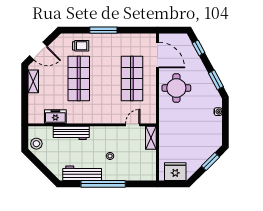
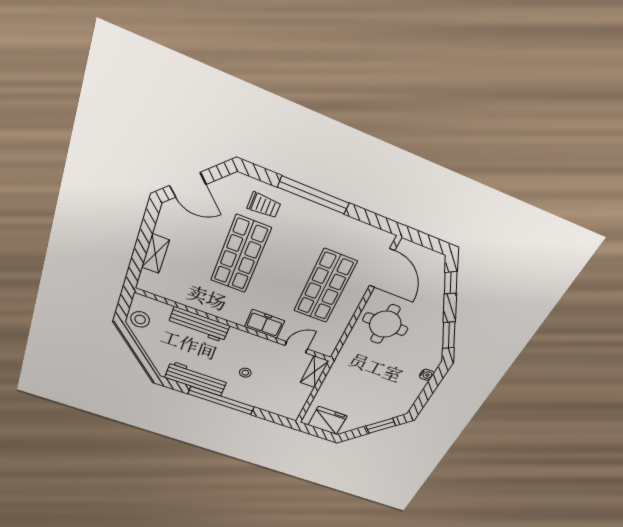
window: (103, 30) -> (313, 195), width x1.46
shelving: (33, 81) -> (155, 254), moved
freezer: (55, 117) -> (265, 324), moved

